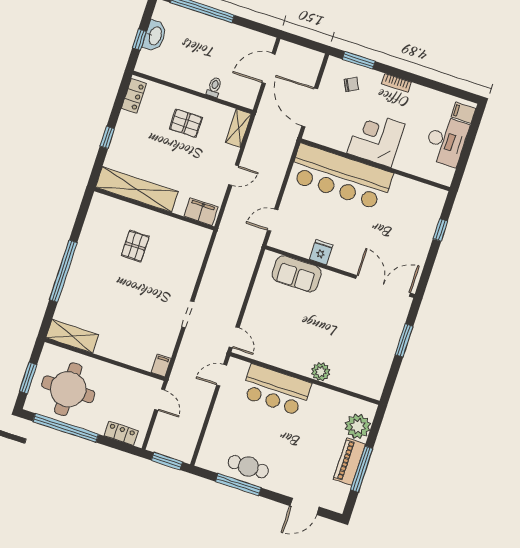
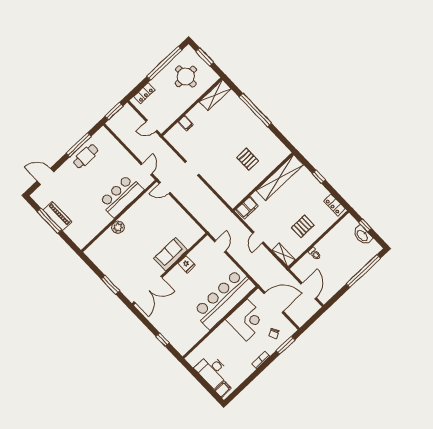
corner desk: (376, 139) -> (247, 320), moved
sofa: (297, 274) -> (171, 254), moved
filing cabinet: (161, 365) -> (186, 123), moved
round table: (68, 389) -> (186, 76), width x0.73, depth x0.73
plant: (358, 426) -> (75, 232), removed
door: (305, 506) -> (45, 176), hinge flipped

